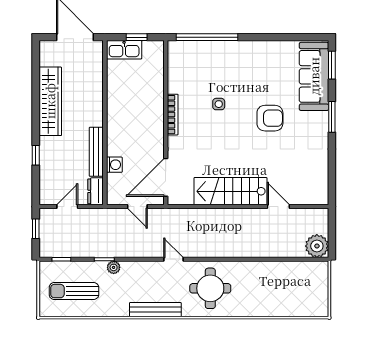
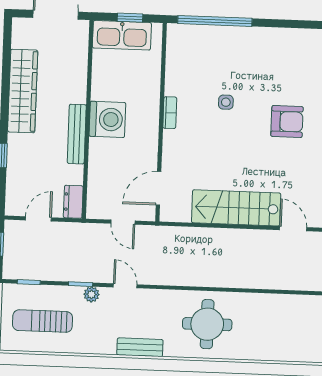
kitchen sink: (124, 50) -> (122, 35), width x1.36, depth x1.24
bookcase: (173, 115) -> (170, 113), width x0.64
bench: (96, 152) -> (77, 134), moved
washing machine: (114, 165) -> (107, 119), moved, width x1.89, depth x1.89
door: (166, 177) -> (159, 188), width x0.73
door: (174, 259) -> (125, 286), moved
bench: (155, 310) -> (140, 347), width x0.73

